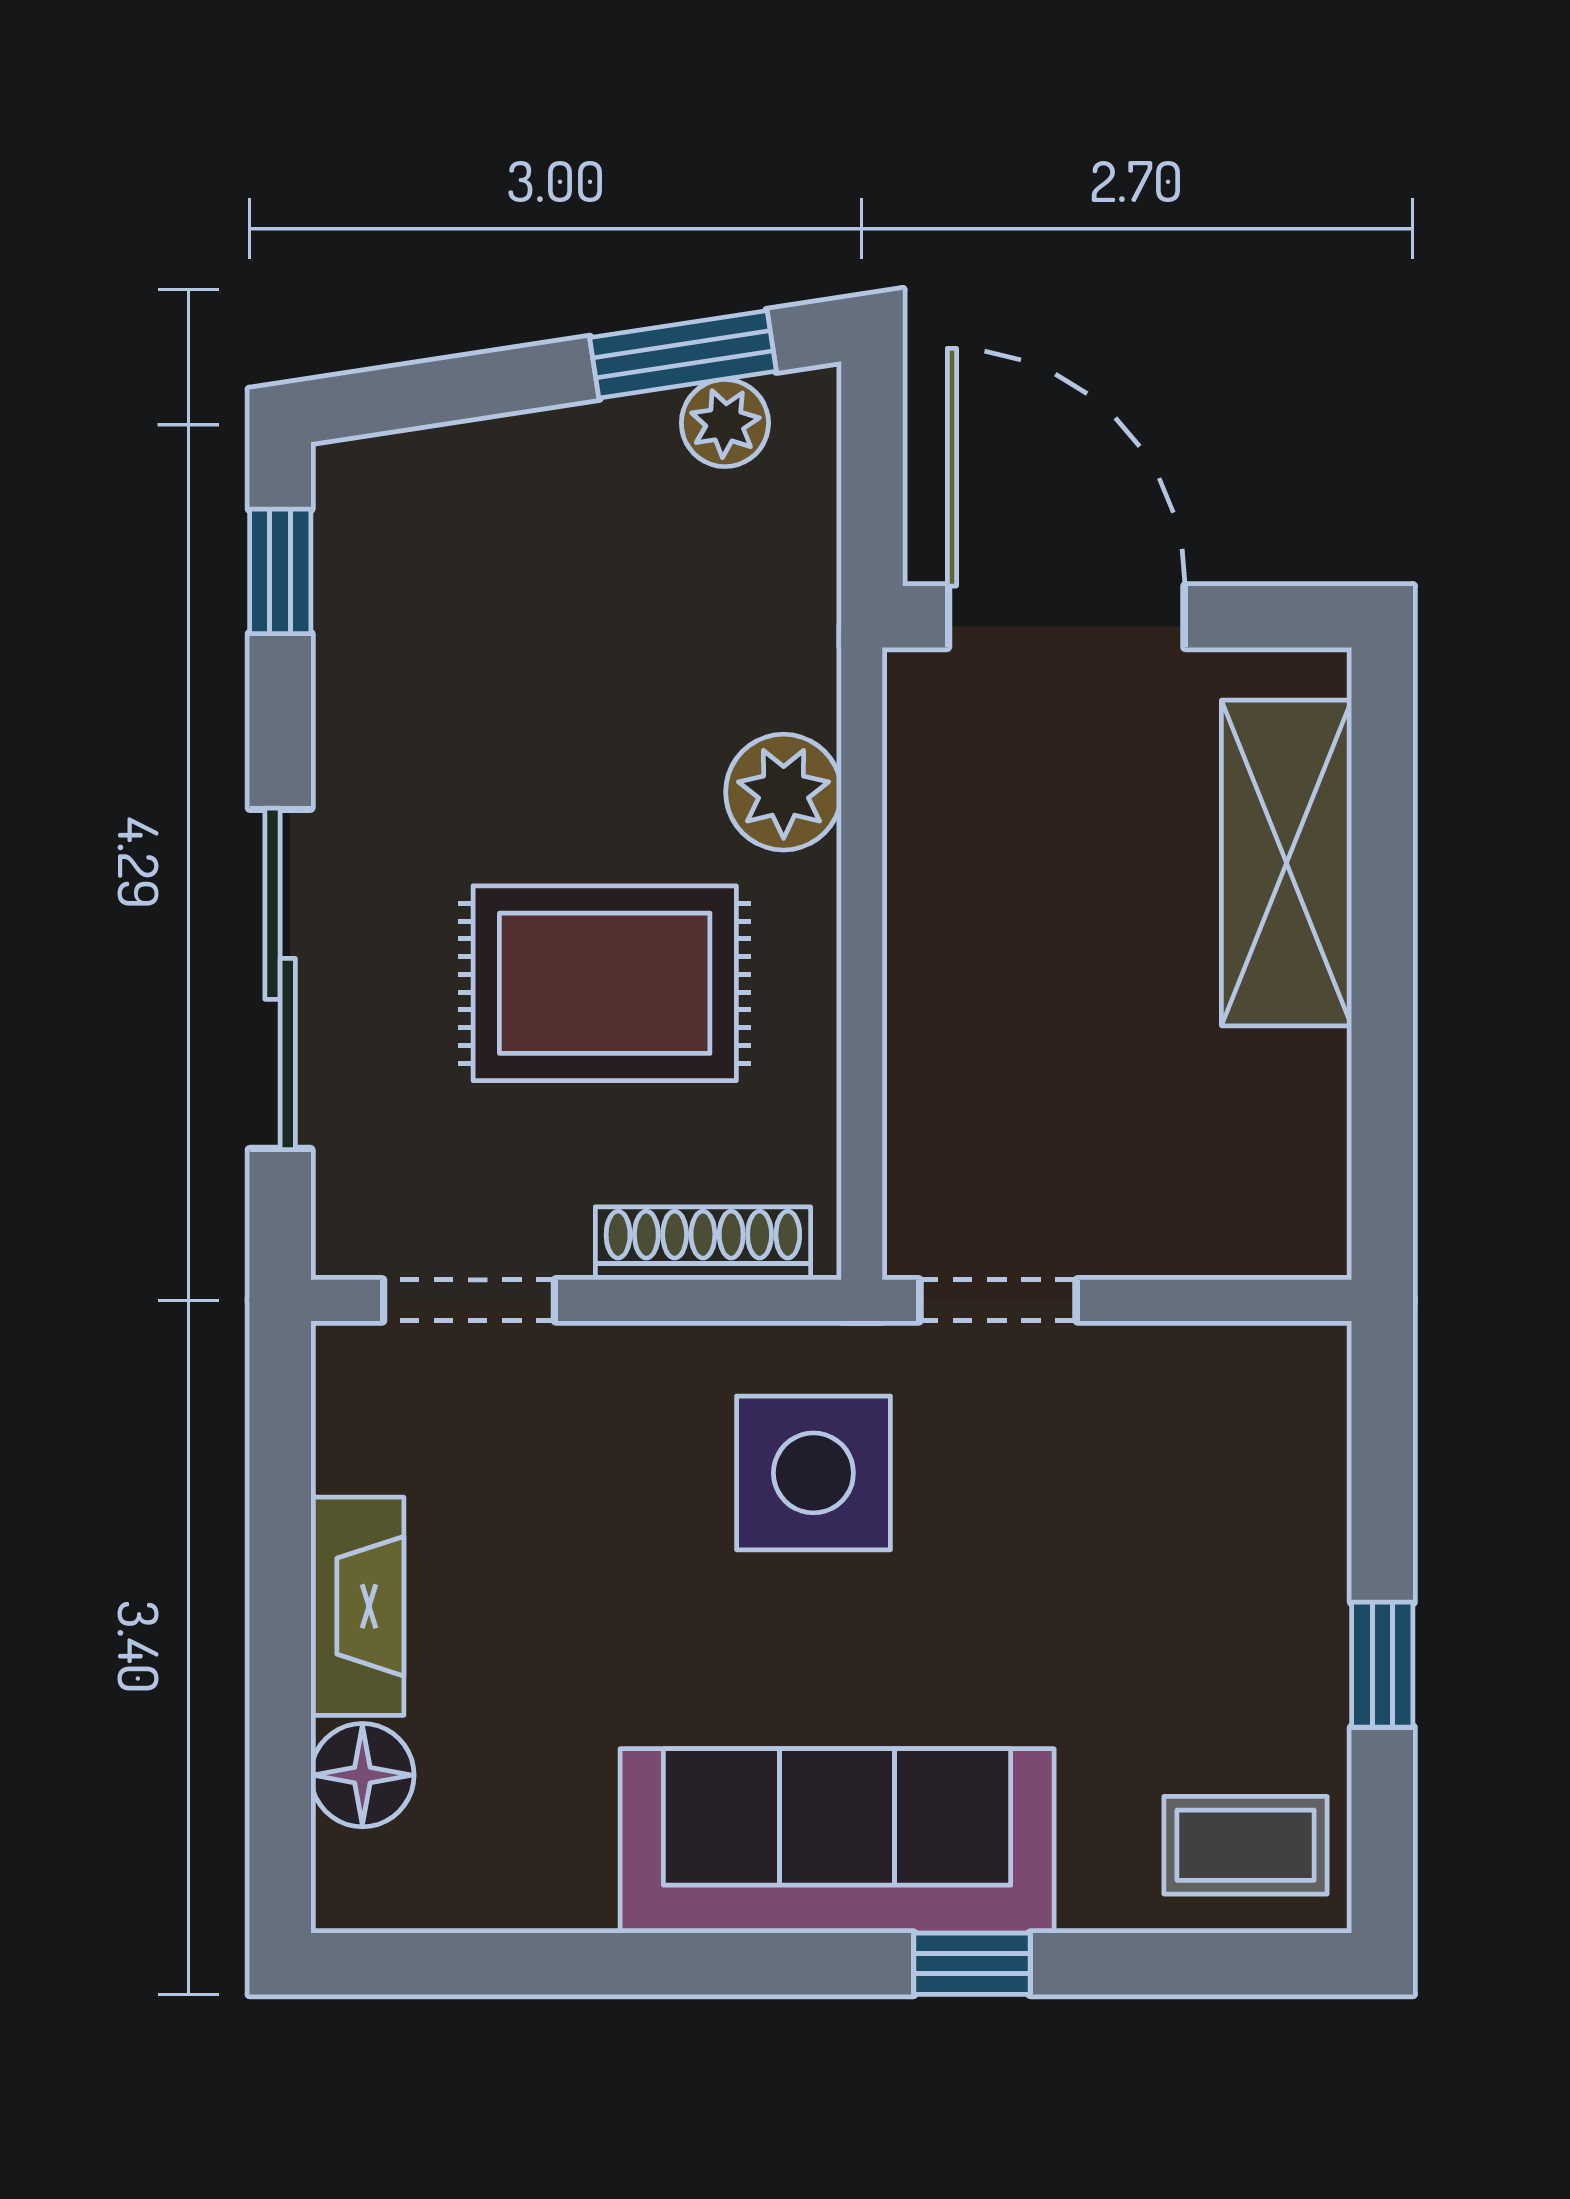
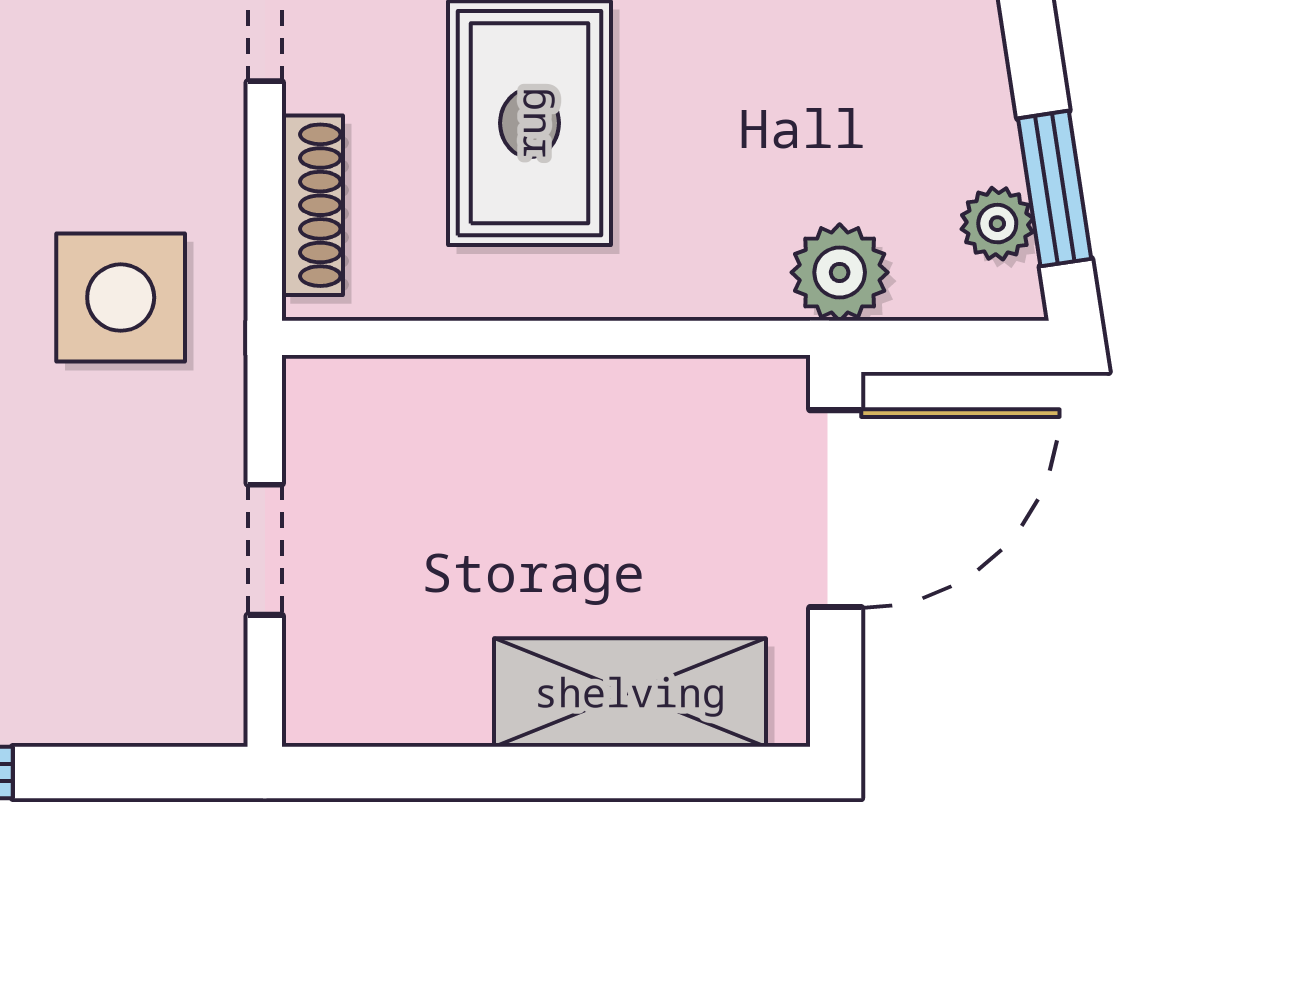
plant: (784, 792) -> (840, 272), moved
doorway: (998, 1300) -> (265, 550), moved

